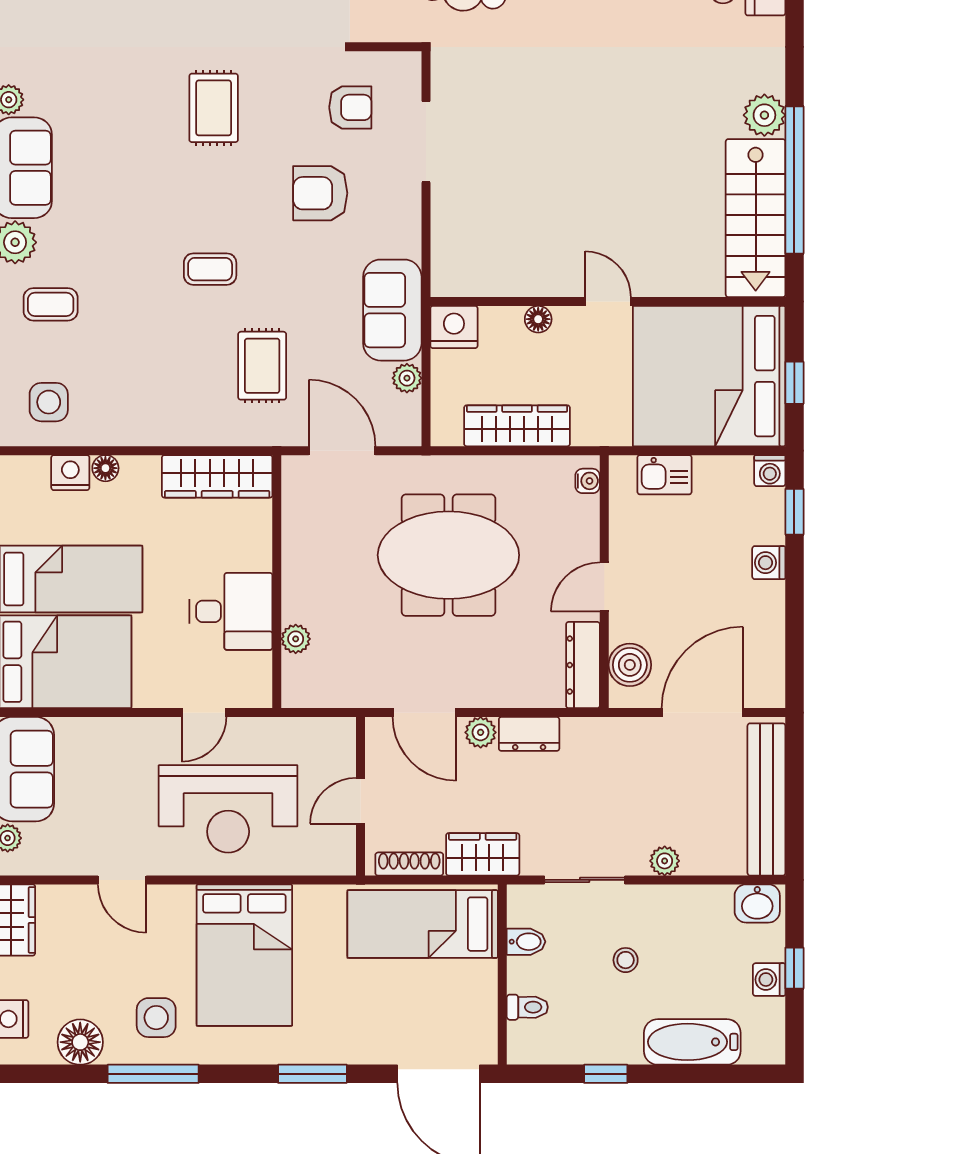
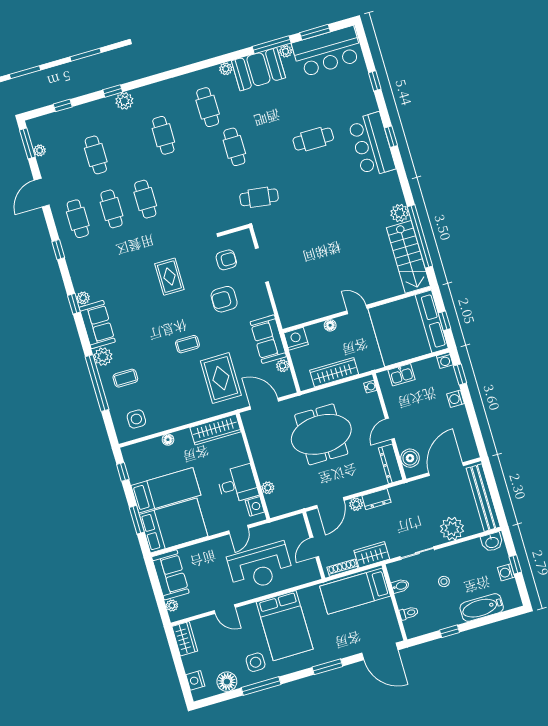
rug: (262, 366) -> (221, 378), width x1.36, depth x1.43
nightstand: (70, 473) -> (255, 506), moved, turned 90
door: (424, 713) -> (330, 503), hinge flipped
plant: (665, 861) -> (452, 529), width x1.88, depth x1.88

